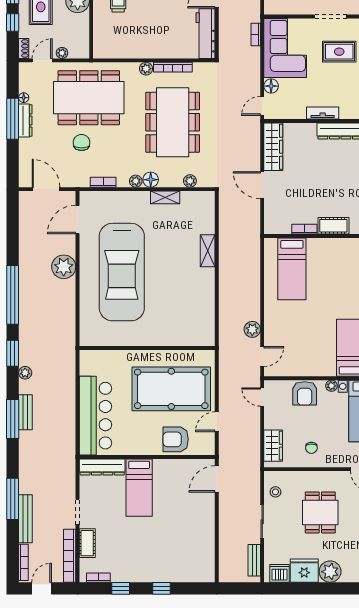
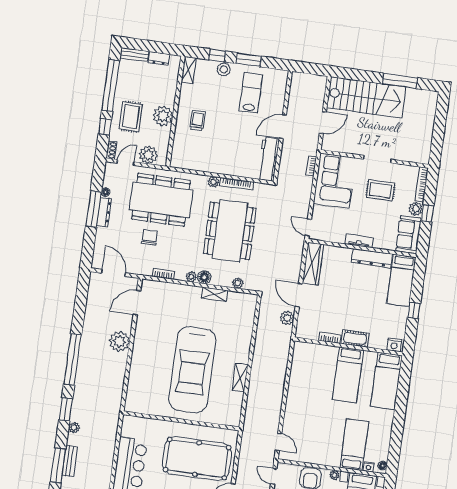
plant: (62, 53) -> (148, 155), width x1.87, depth x1.87
floor lamp: (271, 86) -> (318, 212), removed
door: (262, 106) -> (308, 227), hinge flipped
shelving: (208, 251) -> (240, 378), moved
bed: (292, 269) -> (348, 375), moved
car: (122, 272) -> (192, 370), moved
plant: (252, 329) -> (287, 318), moved
door: (262, 357) -> (279, 442), hinge flipped

